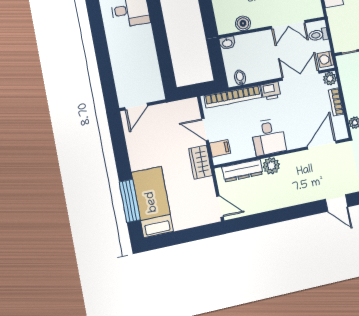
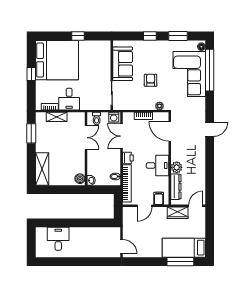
boiler: (243, 23) -> (80, 179), moved
plant: (330, 79) -> (127, 117), removed
wardrobe: (200, 162) -> (178, 213), moved

